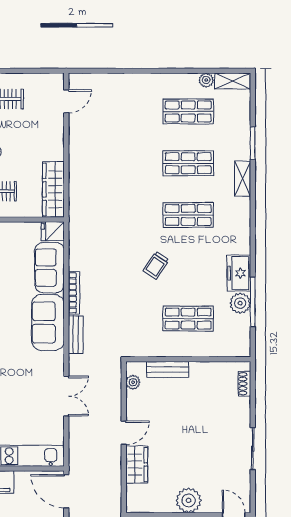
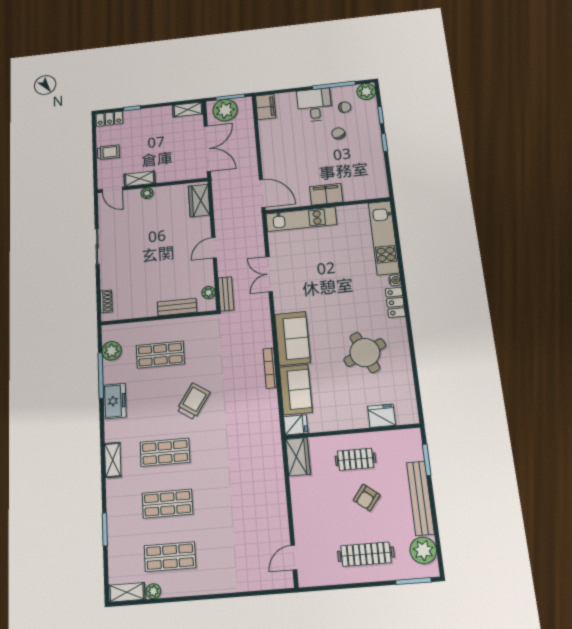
shelving: (243, 179) -> (113, 460), moved
wardrobe: (53, 189) -> (298, 457), width x0.67
trolley: (156, 265) -> (193, 401), width x1.36, depth x1.39
plant: (240, 303) -> (112, 351), moved
bench: (76, 335) -> (226, 294), moved
wardrobe: (137, 464) -> (199, 201), moved
plant: (189, 500) -> (147, 193), width x0.53, depth x0.53

